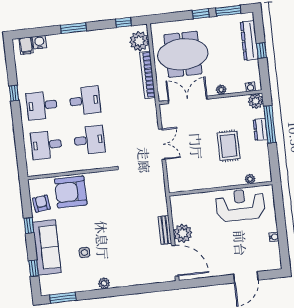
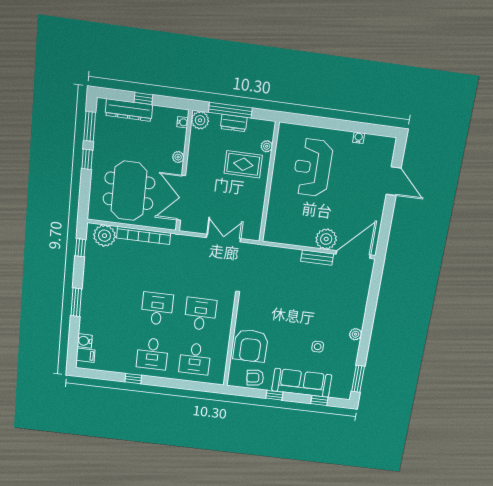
plant: (250, 179) -> (267, 146), moved
wall: (221, 189) -> (269, 183), moved

